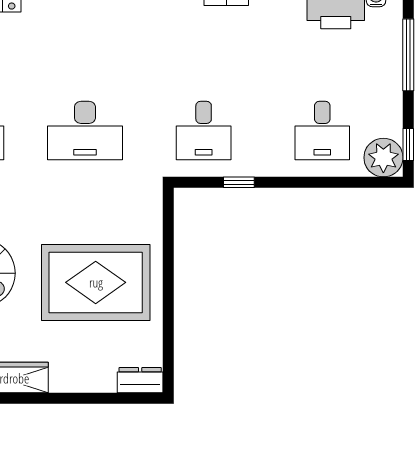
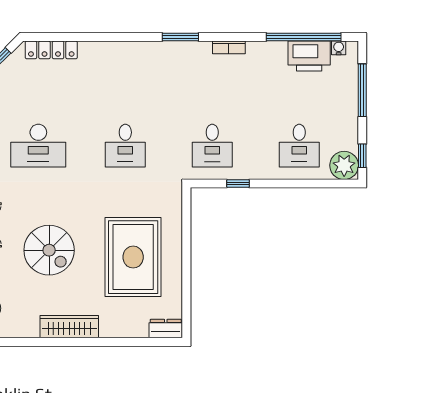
desk: (85, 131) -> (125, 146), width x0.73
rug: (96, 282) -> (133, 257), turned 90

